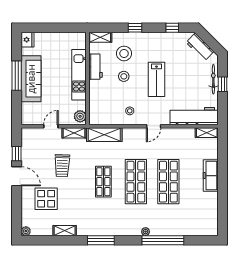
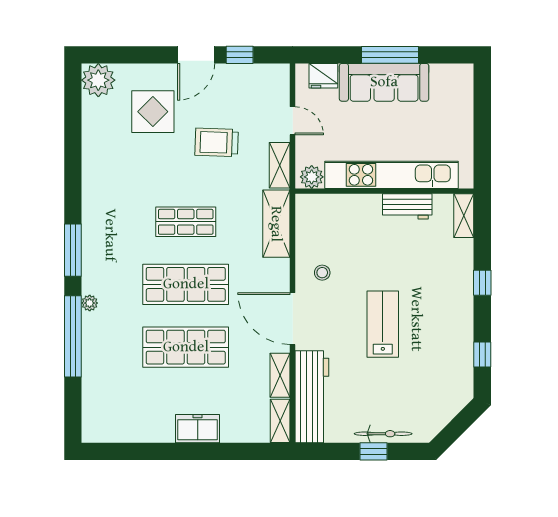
fridge: (28, 40) -> (323, 76), moved
workbench: (200, 47) -> (445, 408), removed
stool: (124, 53) -> (433, 262), removed
kitchen unit: (79, 75) -> (392, 175), width x1.36
stool: (124, 76) -> (389, 261), removed
lab bench: (157, 79) -> (383, 324), turned 90
door: (154, 126) -> (293, 319), width x1.88
freezer: (211, 176) -> (198, 429), width x0.71
plant: (26, 231) -> (98, 80), width x1.88, depth x1.88
shelving: (65, 231) -> (280, 375), moved
window: (101, 240) -> (73, 250), moved

